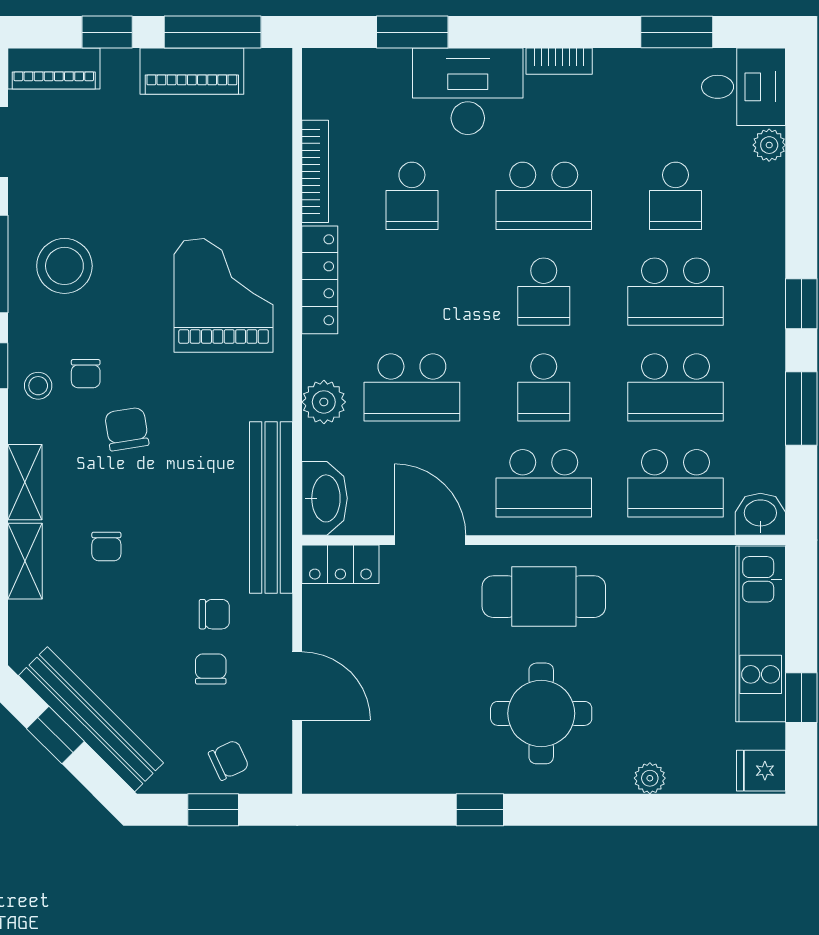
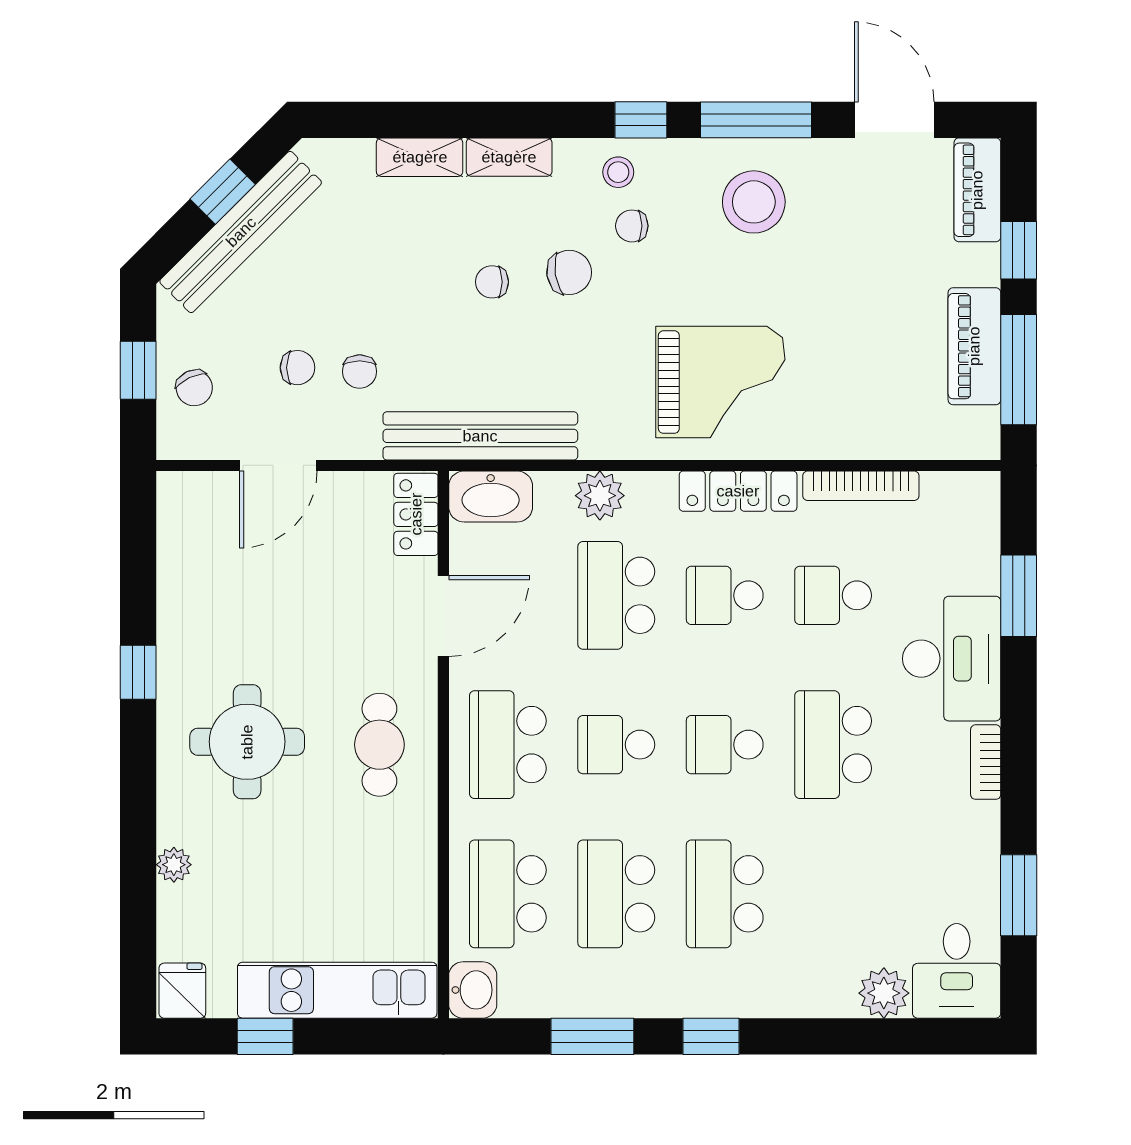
plant: (769, 145) -> (884, 993), width x1.38, depth x1.38
school desk: (676, 196) -> (725, 595), moved
chair: (106, 546) -> (492, 282), moved
cafe table: (544, 597) -> (379, 745), width x0.73, depth x0.74

